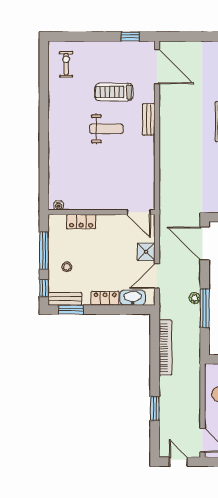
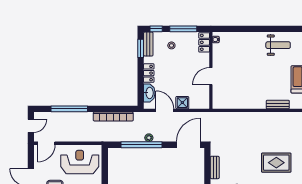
weight bench: (106, 129) -> (278, 45), moved, turned -90
door: (139, 212) -> (211, 76), moved
locker: (81, 222) -> (204, 42), moved
window: (205, 308) -> (142, 145), width x1.46
window: (155, 409) -> (69, 109), width x2.11

